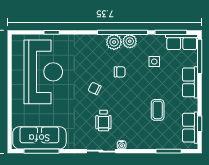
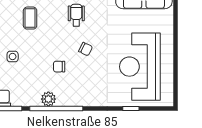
plant: (114, 42) -> (65, 98), removed
side table: (154, 62) -> (13, 57), moved
coffee table: (158, 110) -> (30, 18), moved

